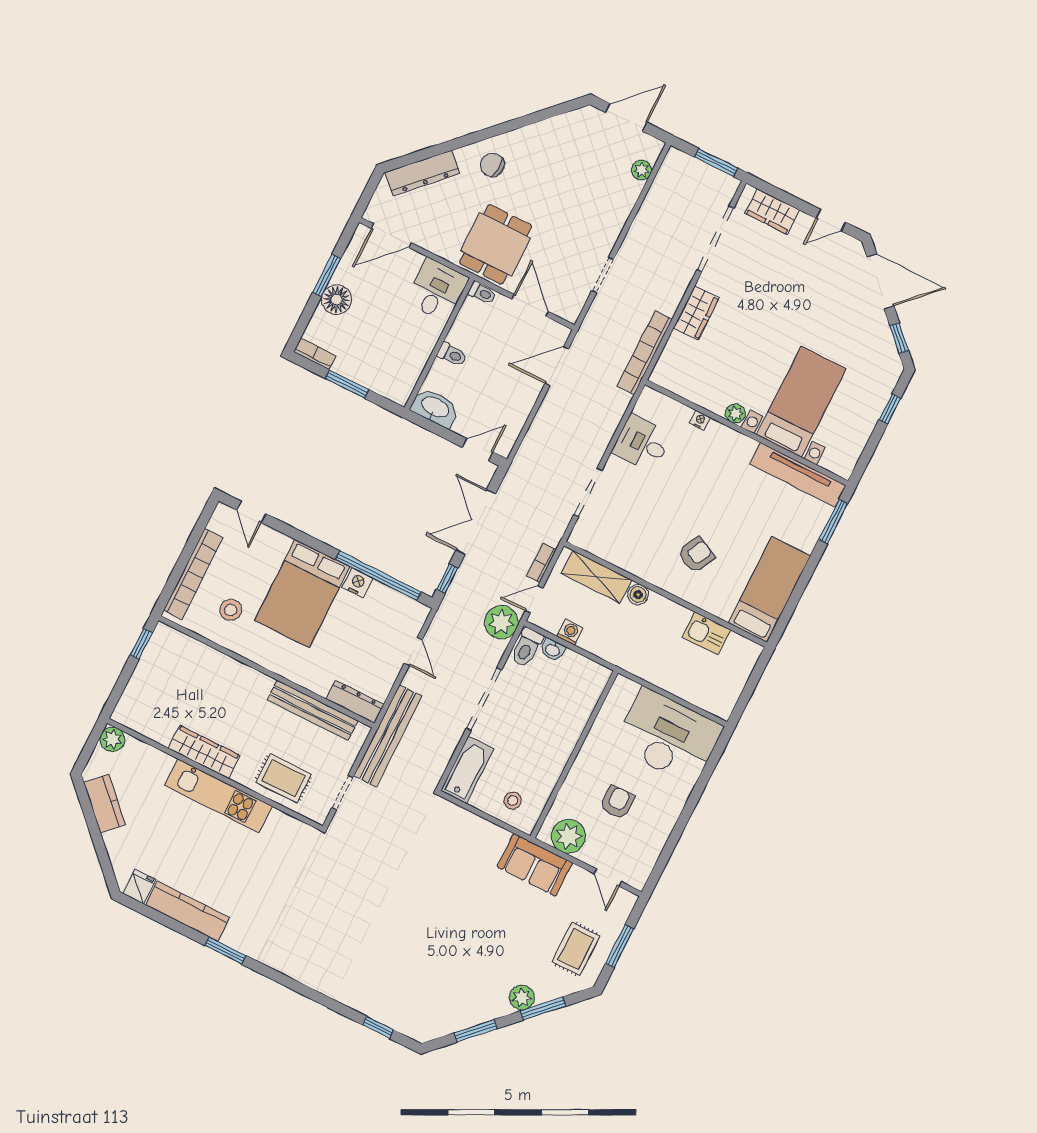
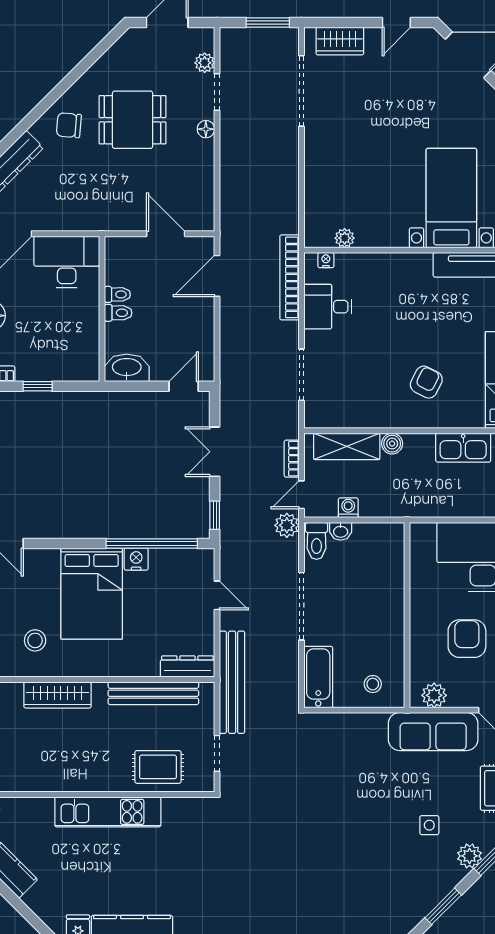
floor lamp: (613, 230) -> (206, 129), added
dining table: (495, 244) -> (133, 120), moved, turned 90
doorway: (603, 275) -> (217, 92), moved
desk: (437, 290) -> (67, 262), width x1.37
toilet: (482, 293) -> (117, 294), moved
wardrobe: (696, 313) -> (318, 166), removed
bookcase: (645, 353) -> (289, 277), moved
window: (347, 384) -> (38, 386), width x0.67
plant: (735, 413) -> (345, 238), moved
nightstand: (700, 420) -> (326, 260), moved
double door: (476, 522) -> (215, 452), width x0.73
plant: (501, 622) -> (287, 525), width x0.73, depth x0.73
kitchen sink: (706, 633) -> (463, 448), width x1.38
wardrobe: (204, 752) -> (57, 695), moved, turned 180
armchair: (617, 802) -> (467, 639), width x1.38, depth x1.38
plant: (568, 836) -> (434, 695), width x0.73, depth x0.73
sofa: (535, 865) -> (433, 731), width x1.36
side table: (500, 952) -> (429, 825), added

